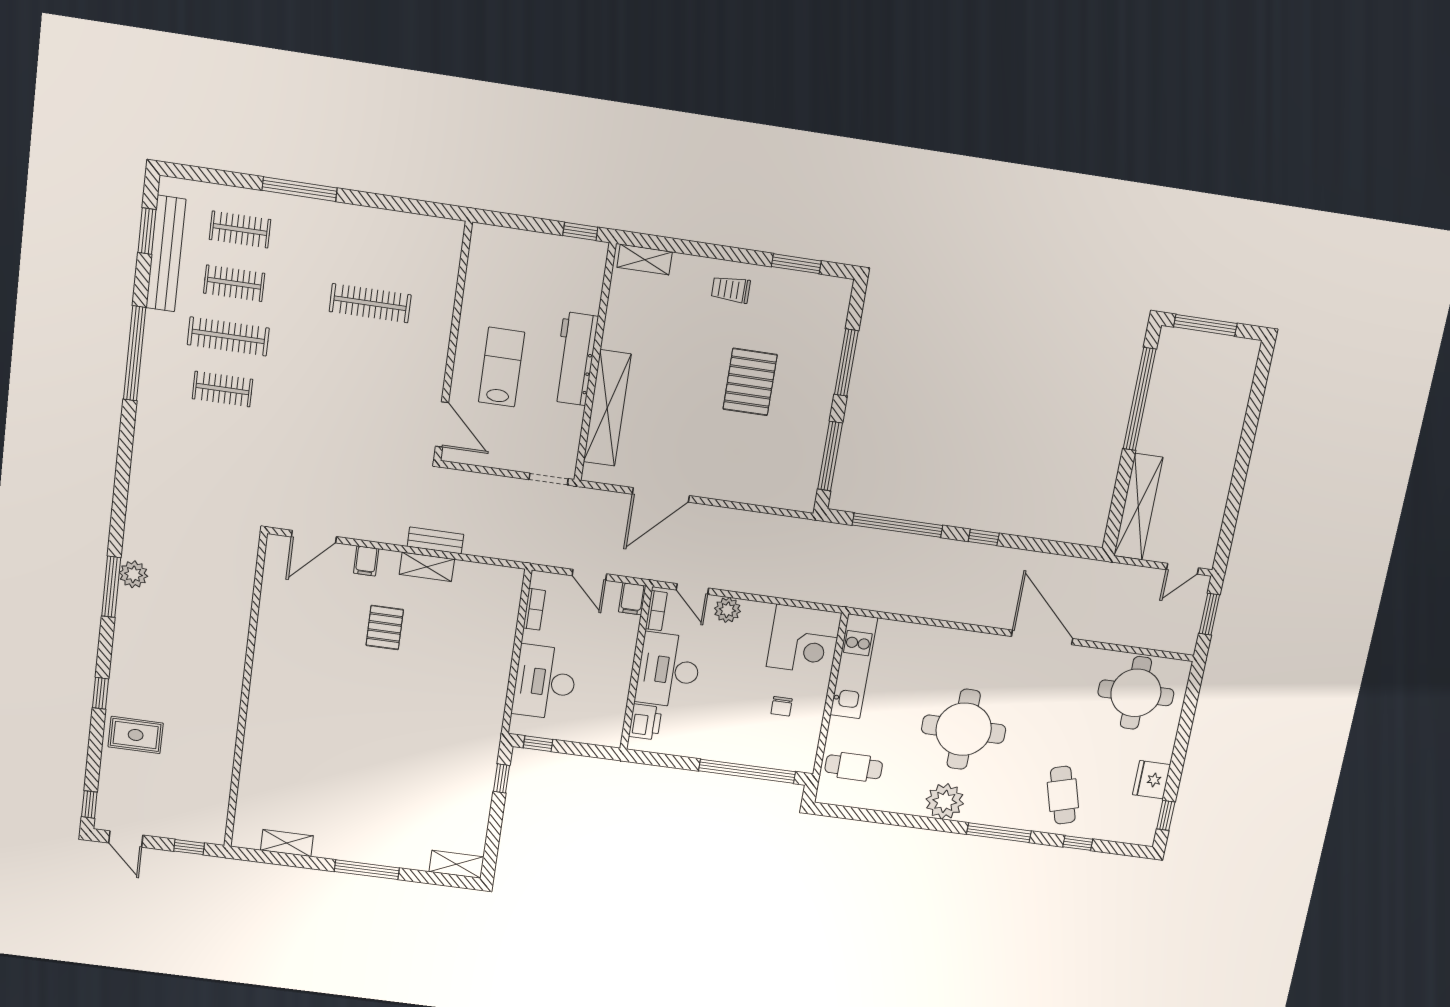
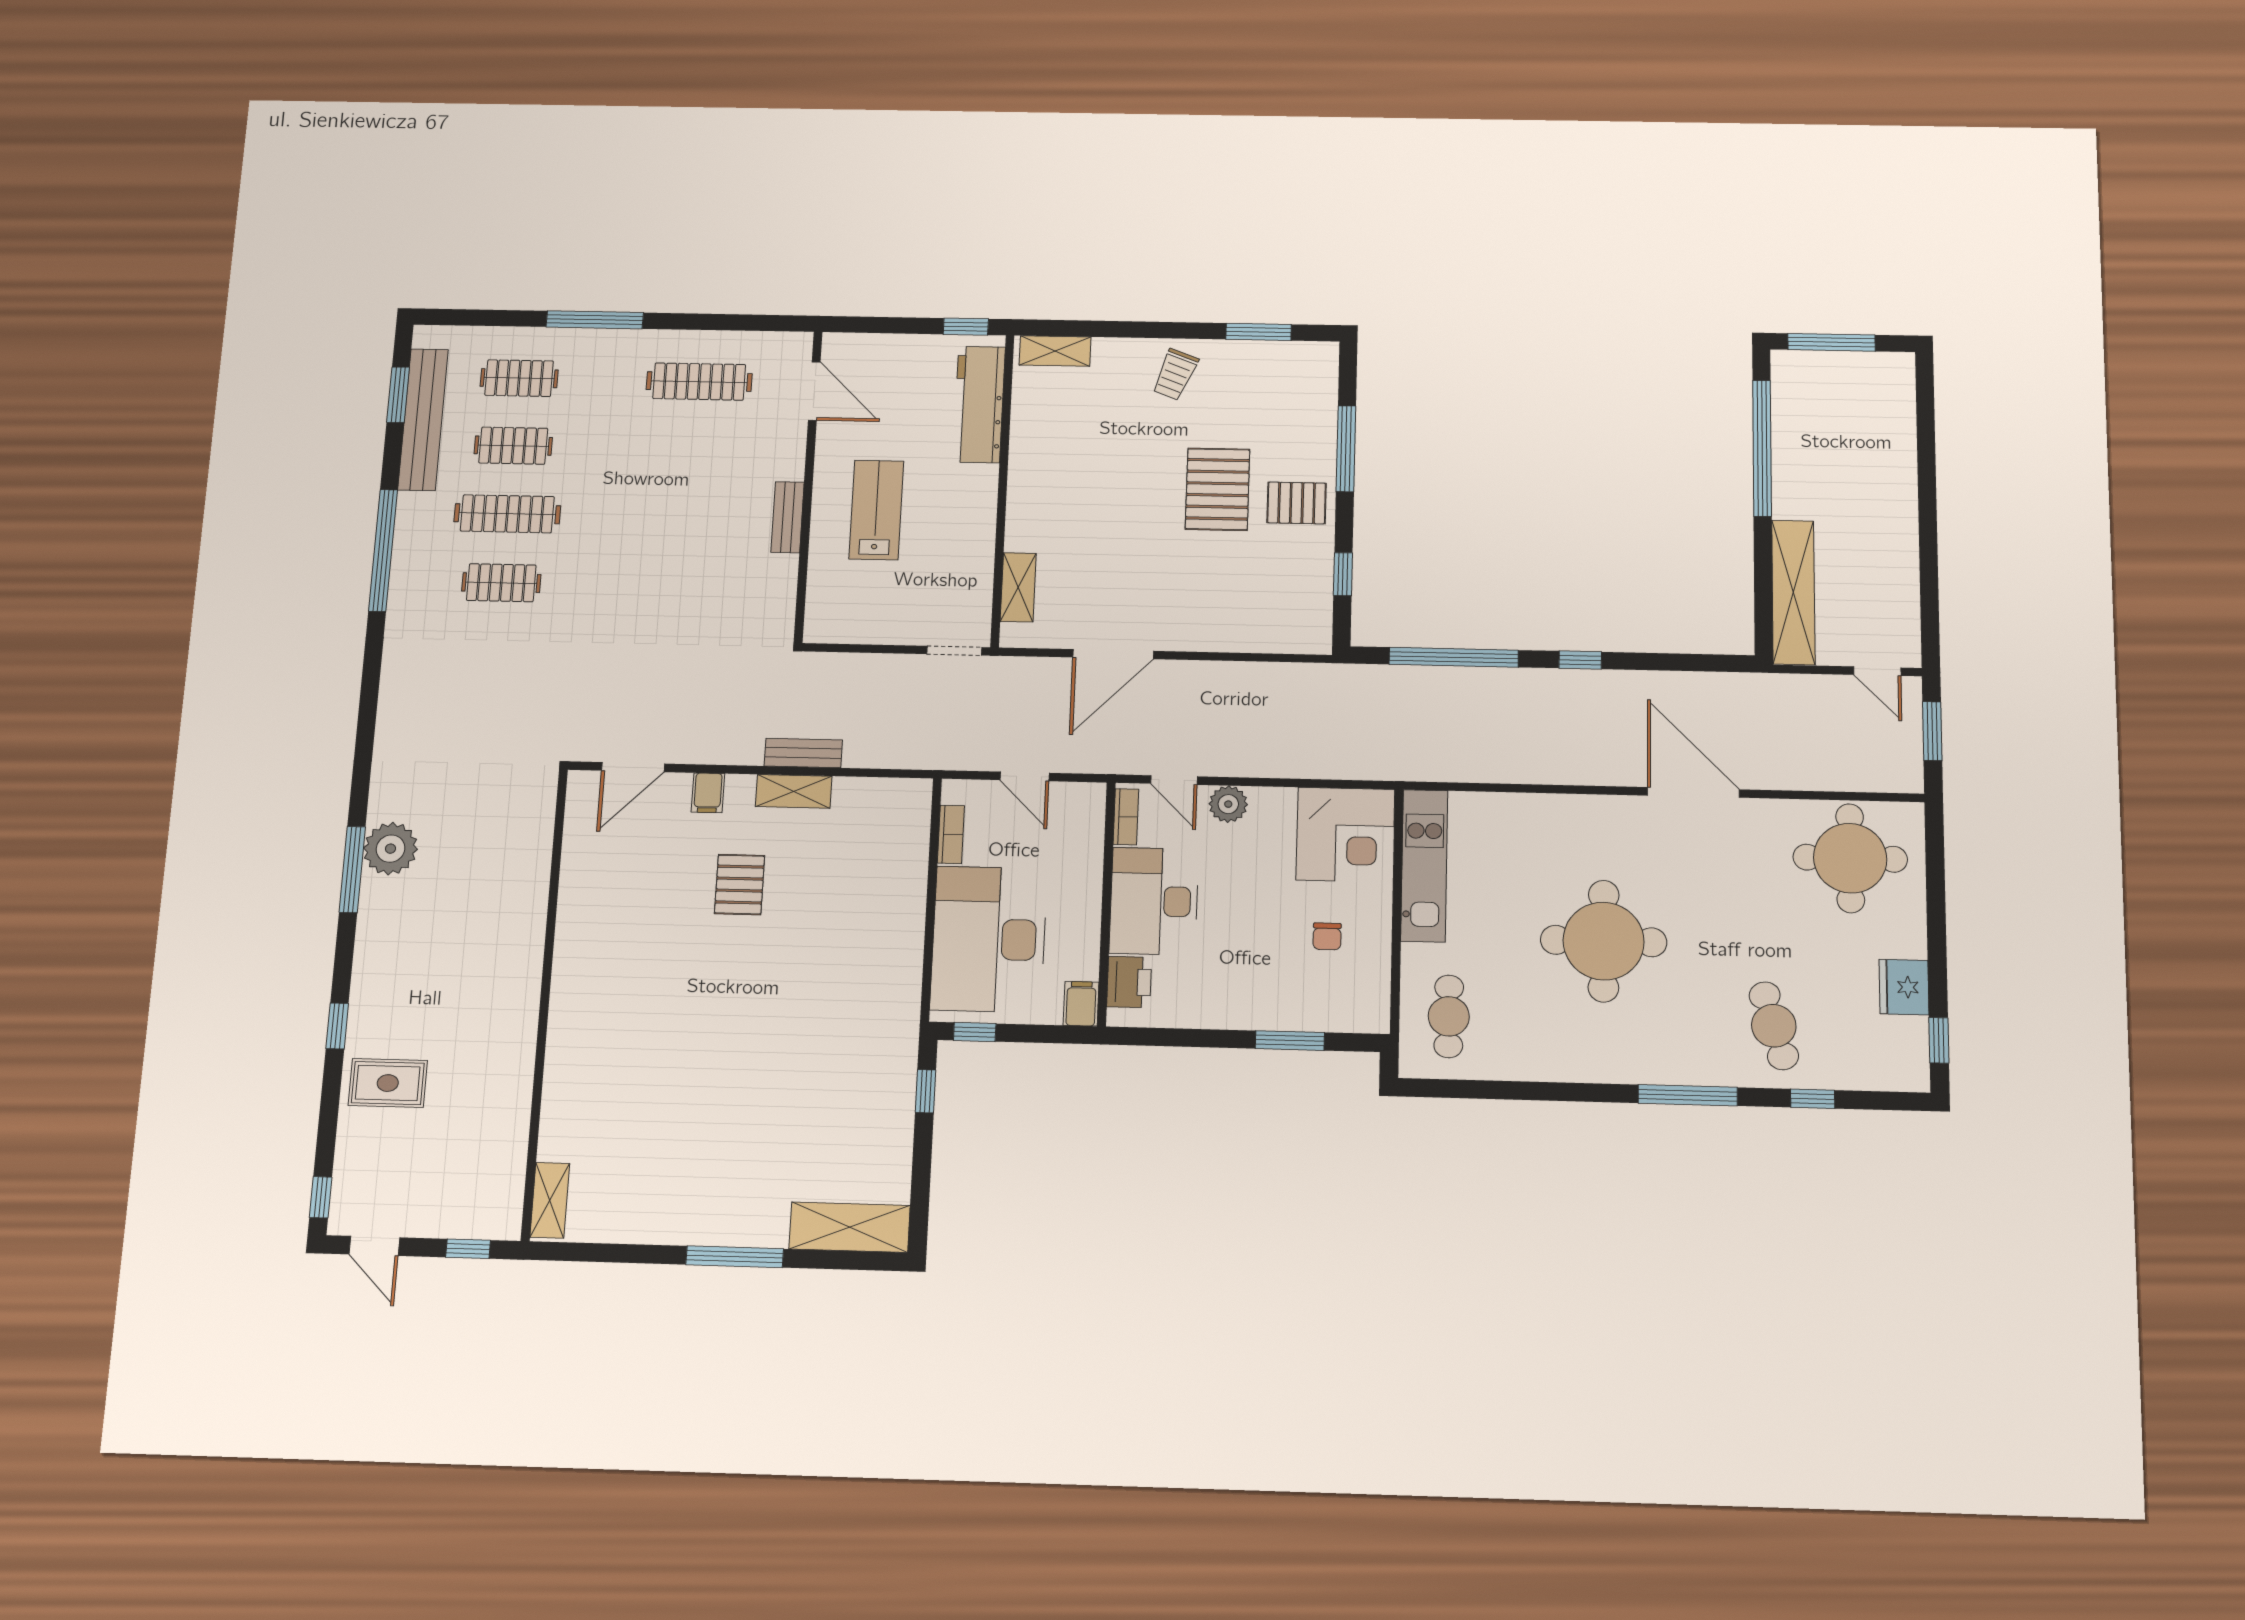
trolley: (731, 289) -> (1175, 374), turned -69
clothes rail: (370, 303) -> (699, 382), moved
workbench: (575, 359) -> (979, 404), moved
bench: (436, 365) -> (788, 517), added
pallet: (805, 399) -> (1297, 503), added
shelving: (607, 408) -> (1018, 587), width x0.45, depth x0.75
door: (442, 424) -> (814, 391), moved
window: (830, 456) -> (1343, 574), width x0.46
door: (1182, 569) -> (1877, 671), hinge flipped
plant: (133, 574) -> (391, 849), width x1.36, depth x1.36
filing cabinet: (632, 599) -> (1081, 1004), moved, turned 180
desk: (545, 682) -> (989, 939), width x1.36, depth x1.30
cafe table: (854, 767) -> (1449, 1016), turned 90
window: (747, 771) -> (1290, 1041), width x0.47
plant: (945, 801) -> (1596, 1055), removed
shelving: (287, 843) -> (550, 1200), moved, turned 90
shelving: (456, 864) -> (850, 1227), width x1.50, depth x1.33

